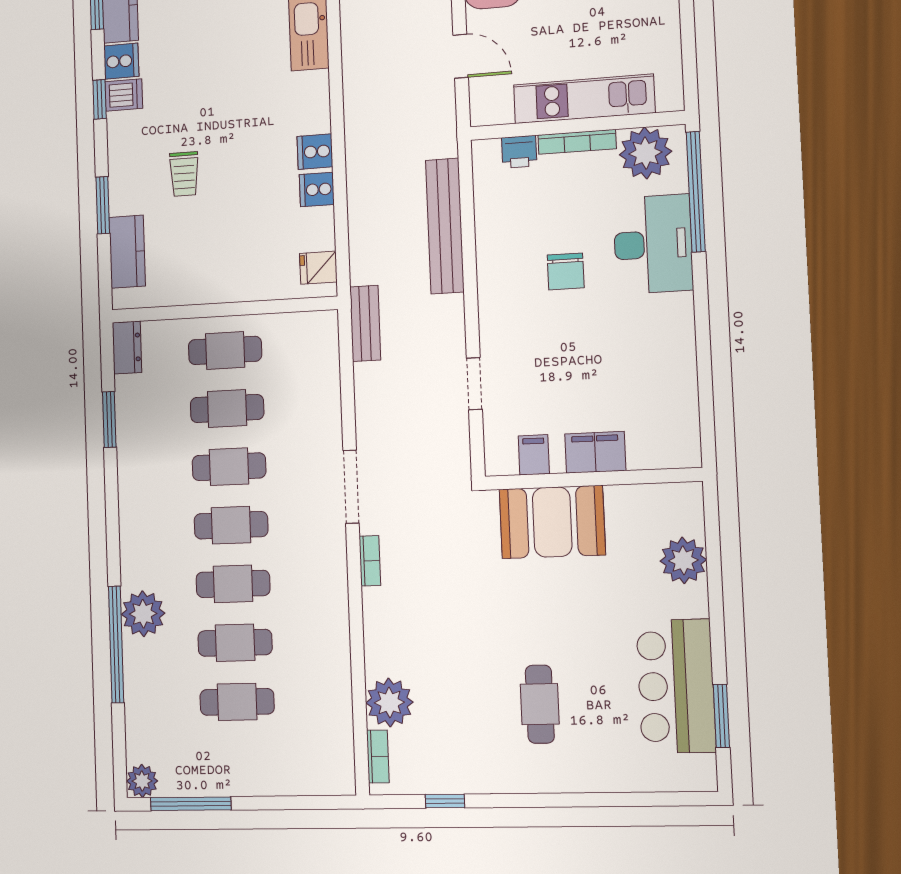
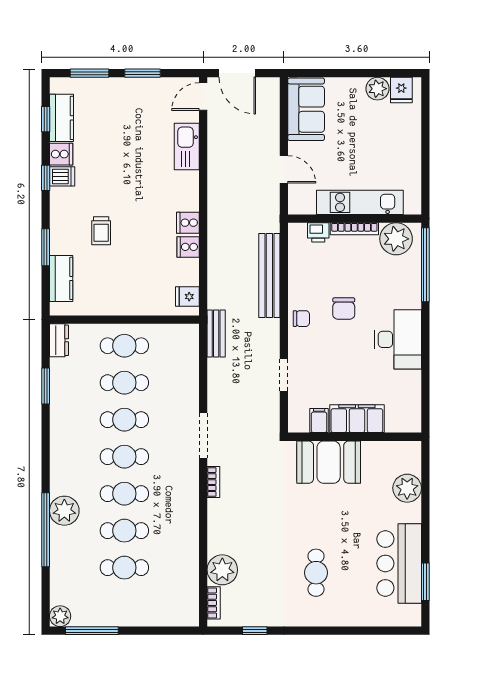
desk: (653, 244) -> (398, 339), moved
chair: (498, 292) -> (301, 319), added
filing cabinet: (595, 452) -> (357, 419), width x1.50, depth x1.17

